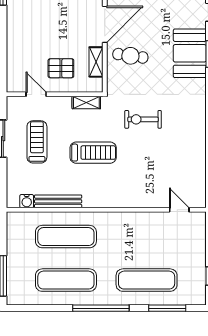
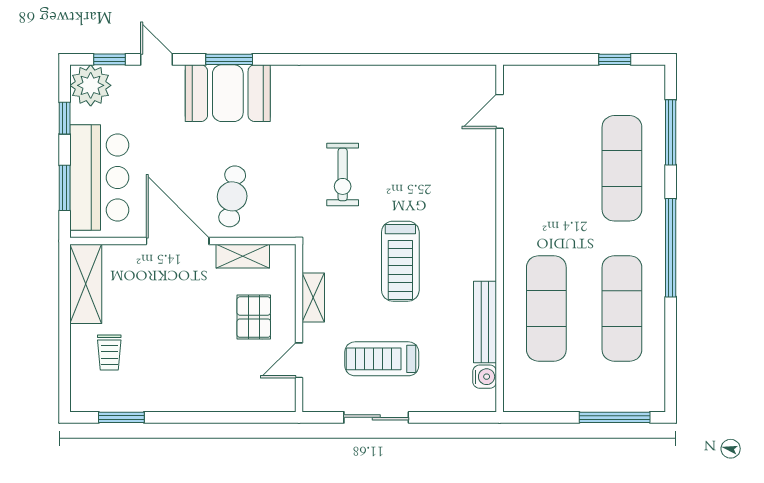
shelving: (86, 102) -> (313, 298), moved
treadmill: (93, 153) -> (400, 261), turned 180

